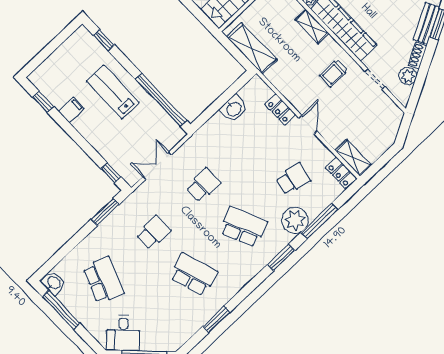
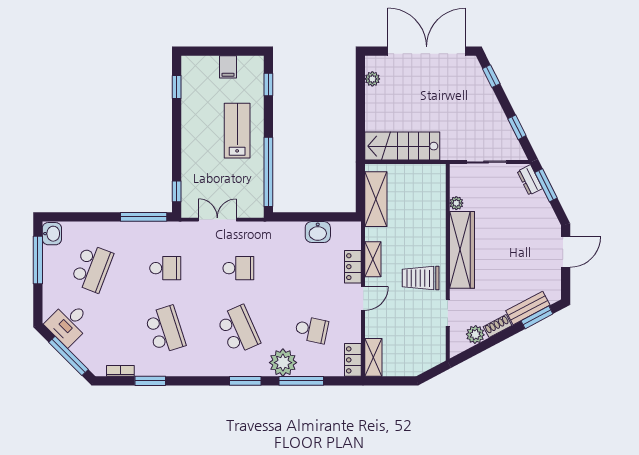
shelving: (312, 27) -> (373, 259), moved
trolley: (334, 73) -> (421, 278), width x1.36, depth x1.39
filing cabinet: (71, 110) -> (228, 67), moved, turned 90
window: (105, 212) -> (144, 217), width x1.44
bookcase: (190, 332) -> (120, 371), added

